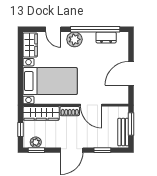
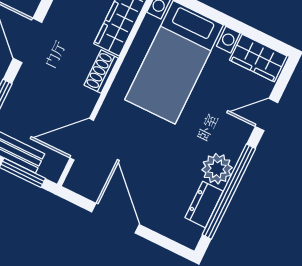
plant: (74, 39) -> (217, 169), moved
door: (91, 105) -> (82, 139), moved

